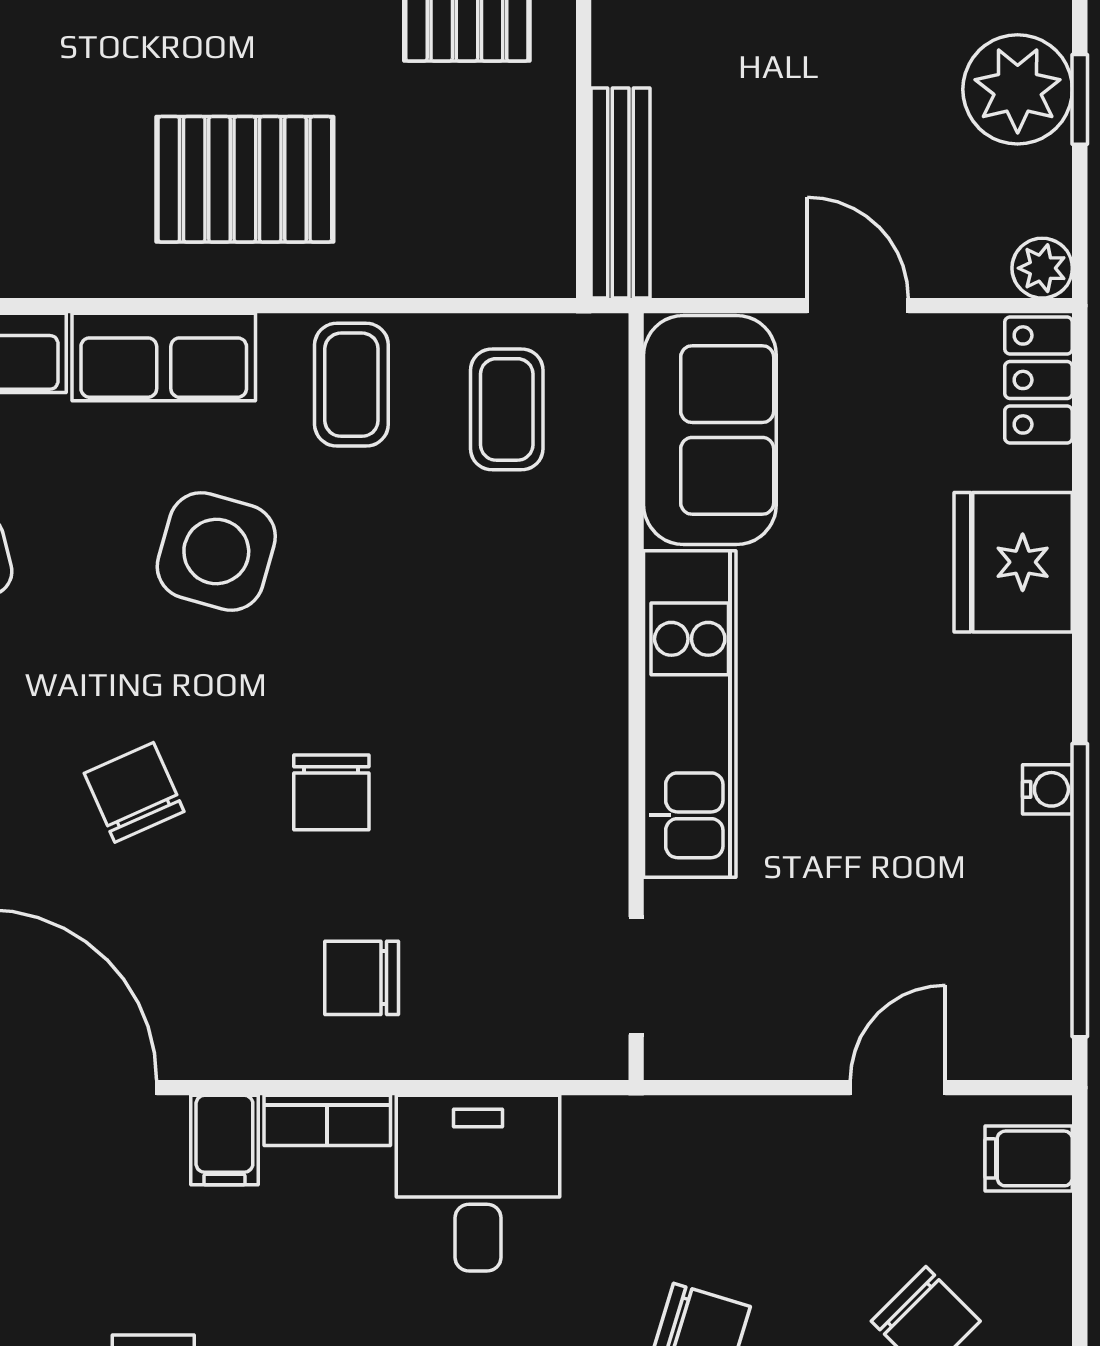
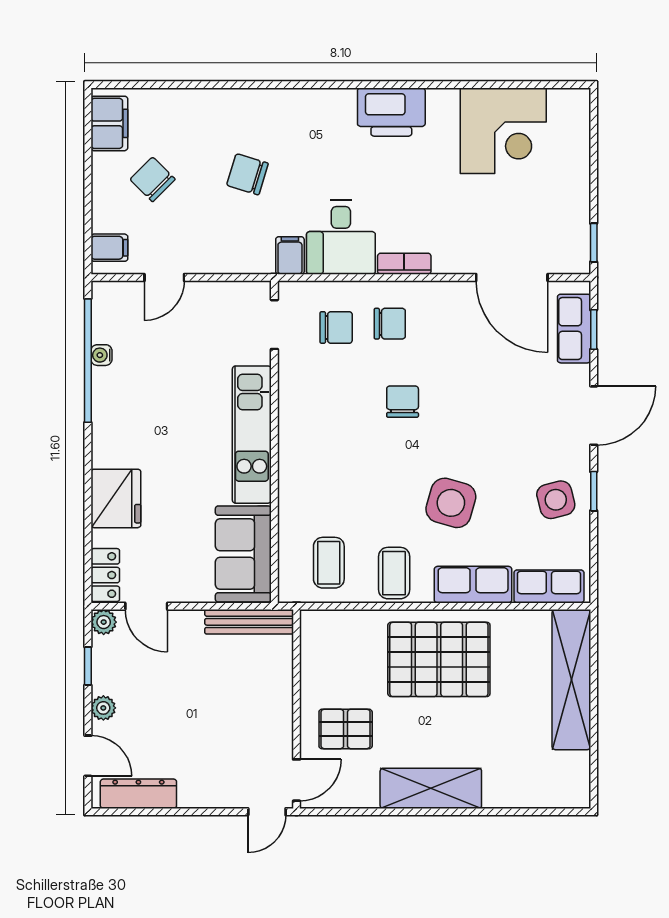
plant: (1018, 89) -> (103, 708), width x0.53, depth x0.53
window: (1080, 99) -> (88, 666), moved
pallet: (245, 179) -> (439, 659), width x1.37, depth x1.41
bench: (621, 193) -> (249, 622), moved, turned 90
door: (858, 306) -> (146, 606), moved
water cooler: (1047, 789) -> (101, 355), moved
chair: (134, 792) -> (336, 327), moved, turned -66
filing cabinet: (224, 1140) -> (290, 255), moved

